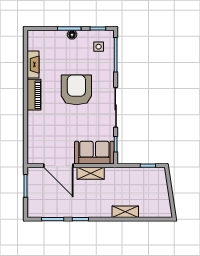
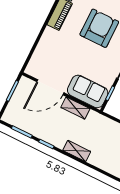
door: (58, 166) -> (50, 87), hinge flipped
shelving: (125, 212) -> (77, 151), moved

